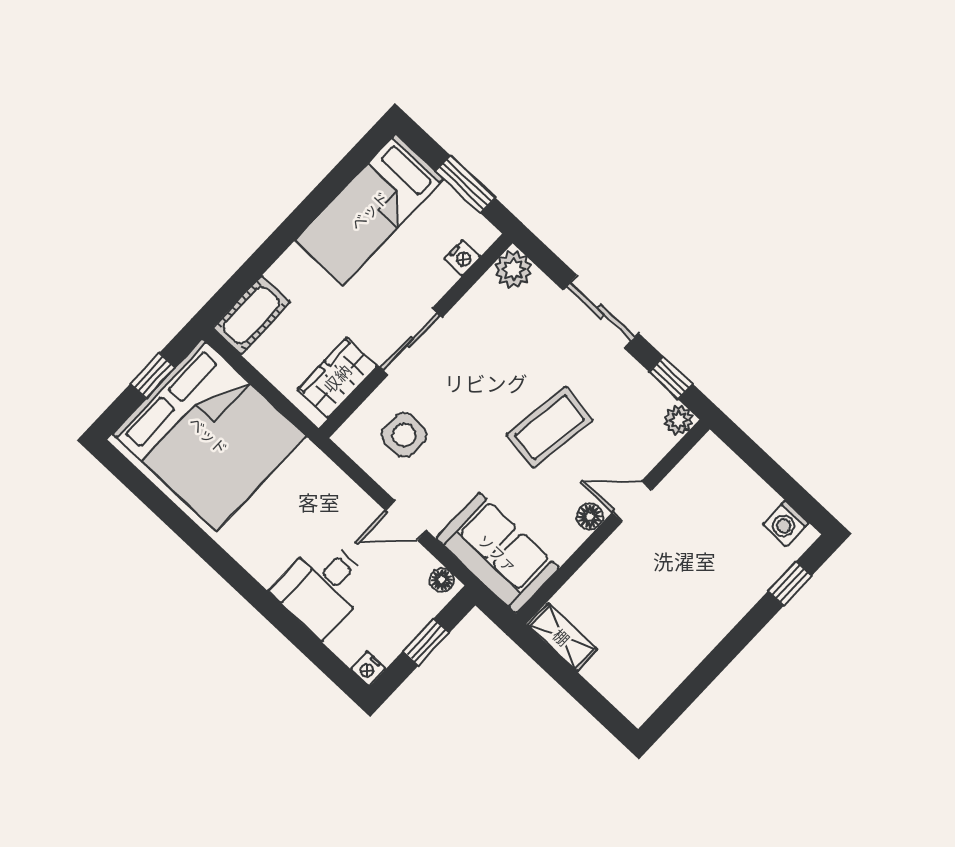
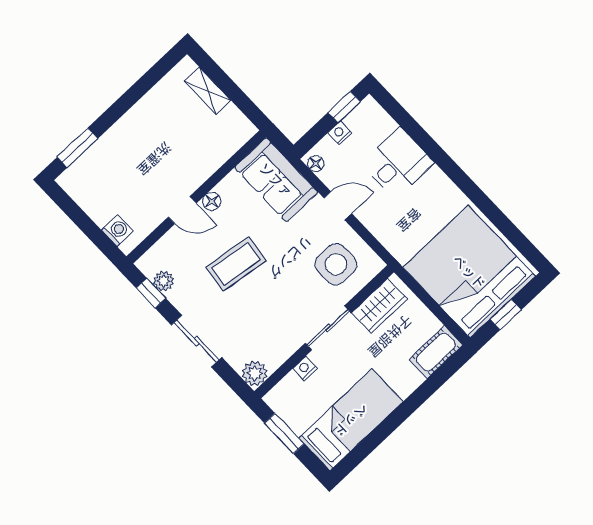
nightstand: (462, 258) -> (305, 368), moved
plant: (678, 420) -> (164, 281), moved
side table: (404, 435) -> (336, 264), width x1.37, depth x1.37
washing machine: (786, 523) -> (117, 231), moved
window: (790, 584) -> (77, 148), width x1.50
shelving: (562, 637) -> (208, 91), moved
window: (426, 642) -> (344, 107), moved
nightstand: (368, 669) -> (340, 133), moved, turned -90

